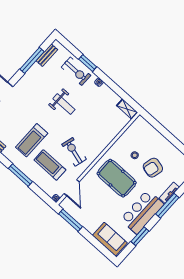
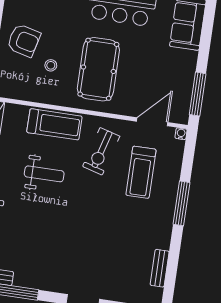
weight bench: (64, 104) -> (44, 174), moved, turned 90
treadmill: (32, 140) -> (54, 124), moved
armchair: (153, 168) -> (24, 40), moved

